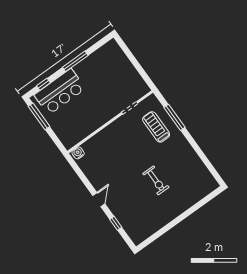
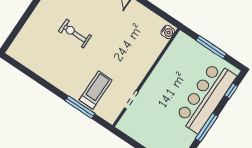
bar counter: (60, 92) -> (206, 97), width x1.36
window: (39, 116) -> (211, 47), moved
treadmill: (156, 127) -> (96, 90), turned -90

